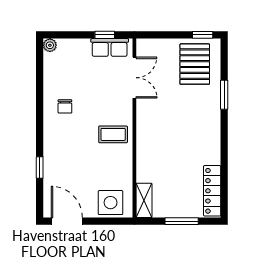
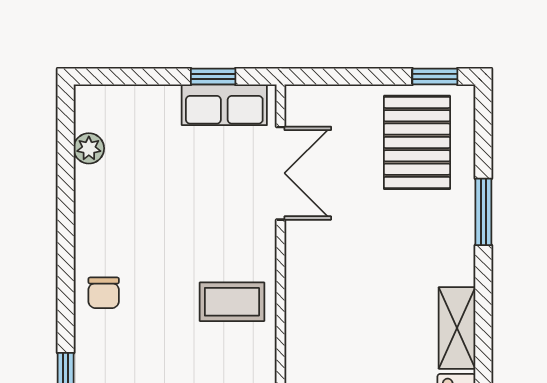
plant: (50, 45) -> (89, 148), moved
chair: (65, 106) -> (104, 293), moved
shelving: (212, 146) -> (457, 328), added

